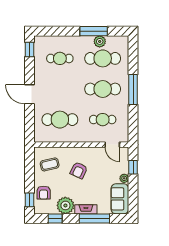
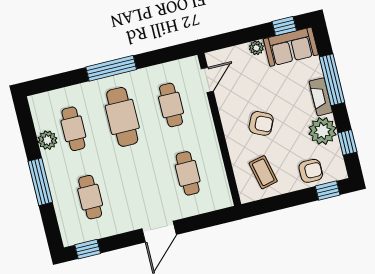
window: (94, 31) -> (40, 182), moved
cafe table: (103, 58) -> (73, 129), width x0.73, depth x0.74
cafe table: (60, 120) -> (188, 173), width x0.73, depth x0.74
window: (133, 167) -> (284, 26), moved

